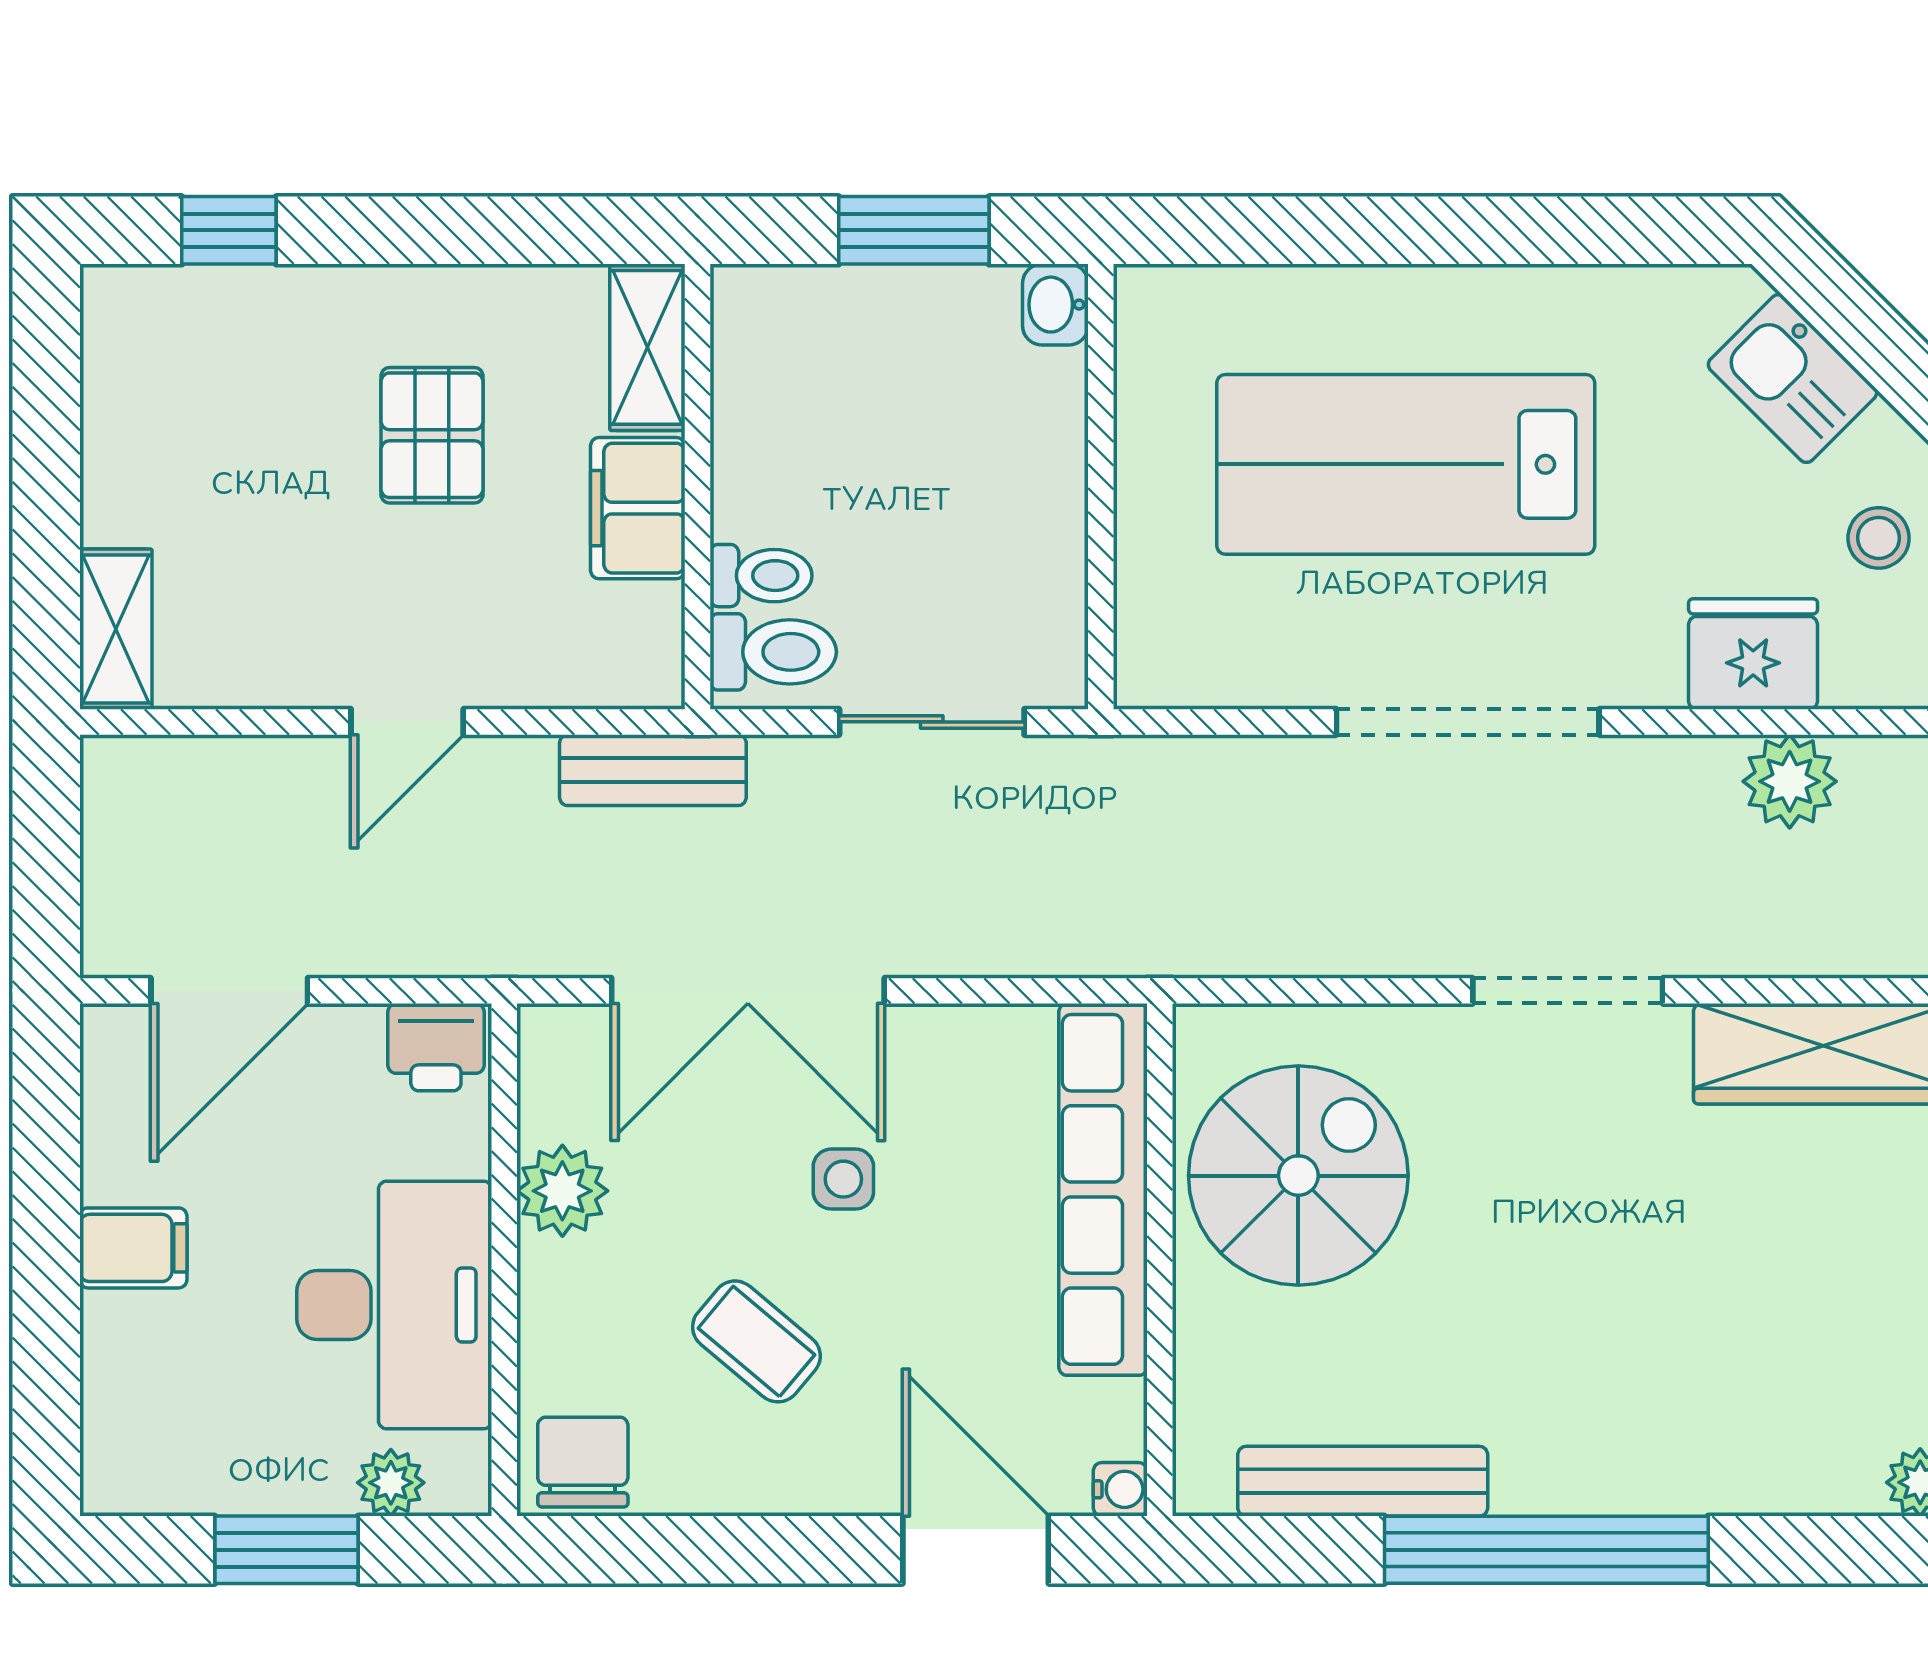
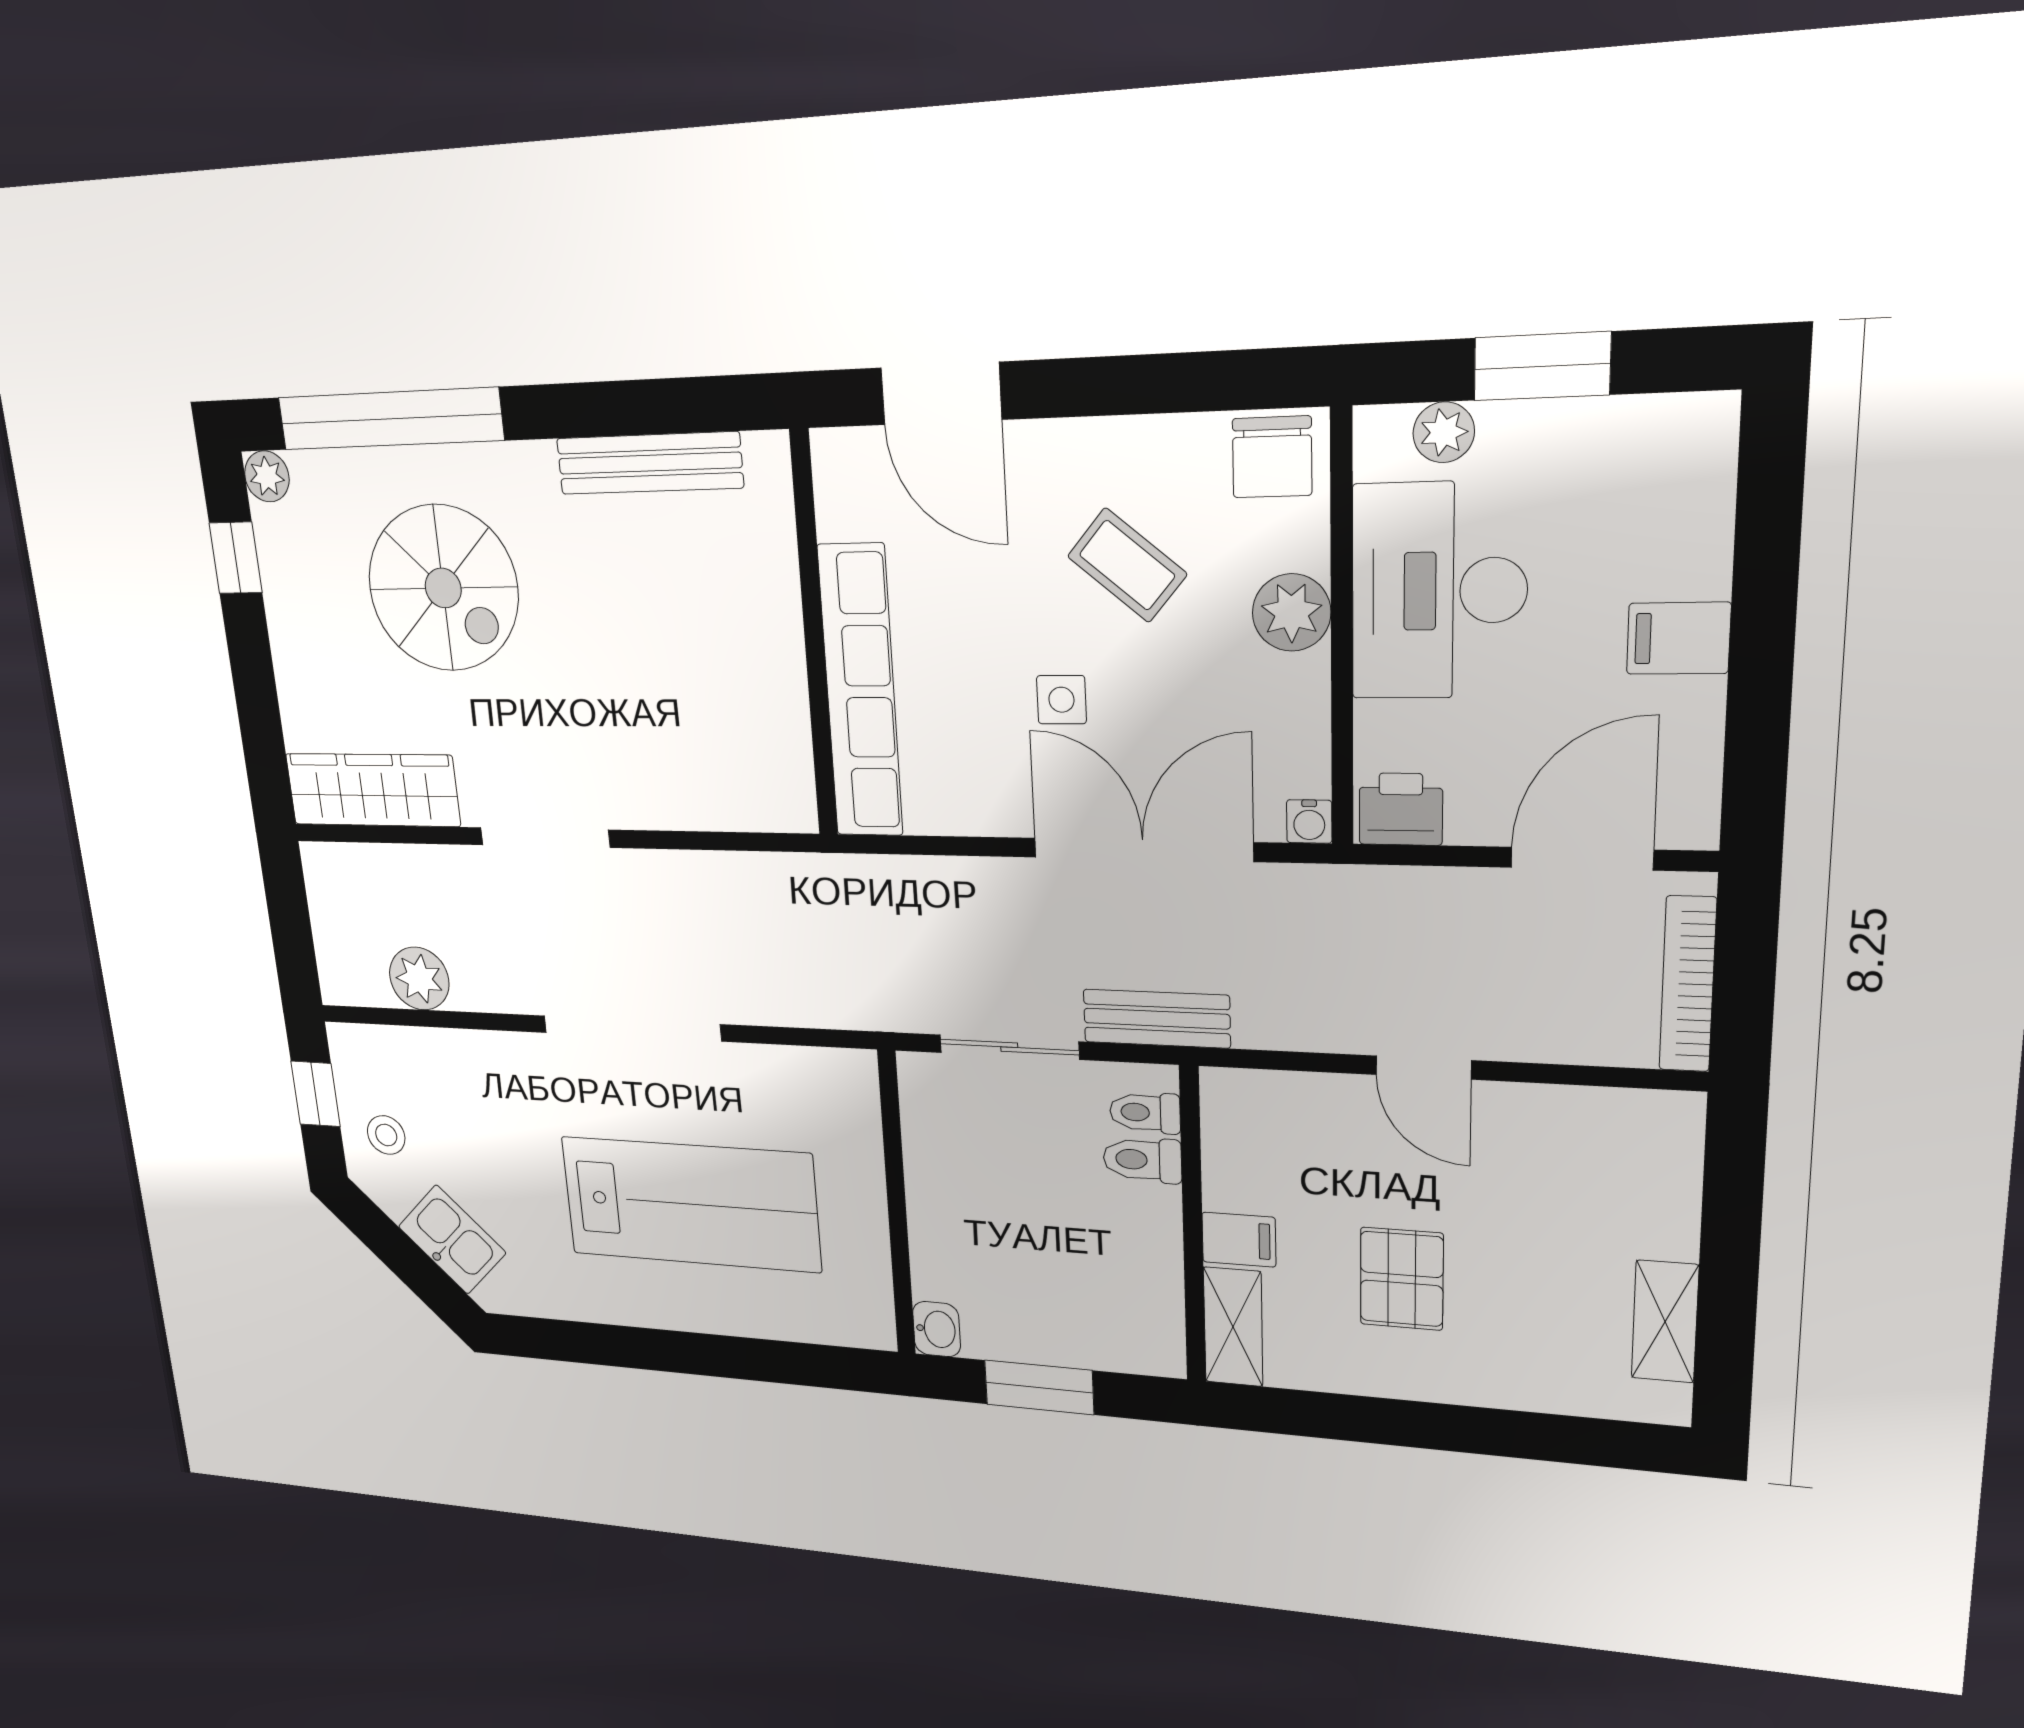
window: (229, 230) -> (1565, 1439), removed
filing cabinet: (638, 508) -> (1239, 1240), width x0.50
shelving: (116, 629) -> (1665, 1322), moved
toilet: (773, 652) -> (1145, 1113), width x0.73, depth x0.72
fridge: (1753, 654) -> (453, 1065), removed
door: (407, 722) -> (1423, 1068), swing flipped
bench: (653, 770) -> (1157, 1019), moved
bookcase: (107, 842) -> (1688, 984), added
spiral stairs: (1298, 1176) -> (443, 588), moved, turned -90
plant: (562, 1191) -> (1292, 612), moved
water cooler: (1120, 1489) -> (1309, 821), moved, turned -90
window: (1546, 1550) -> (390, 419), moved

